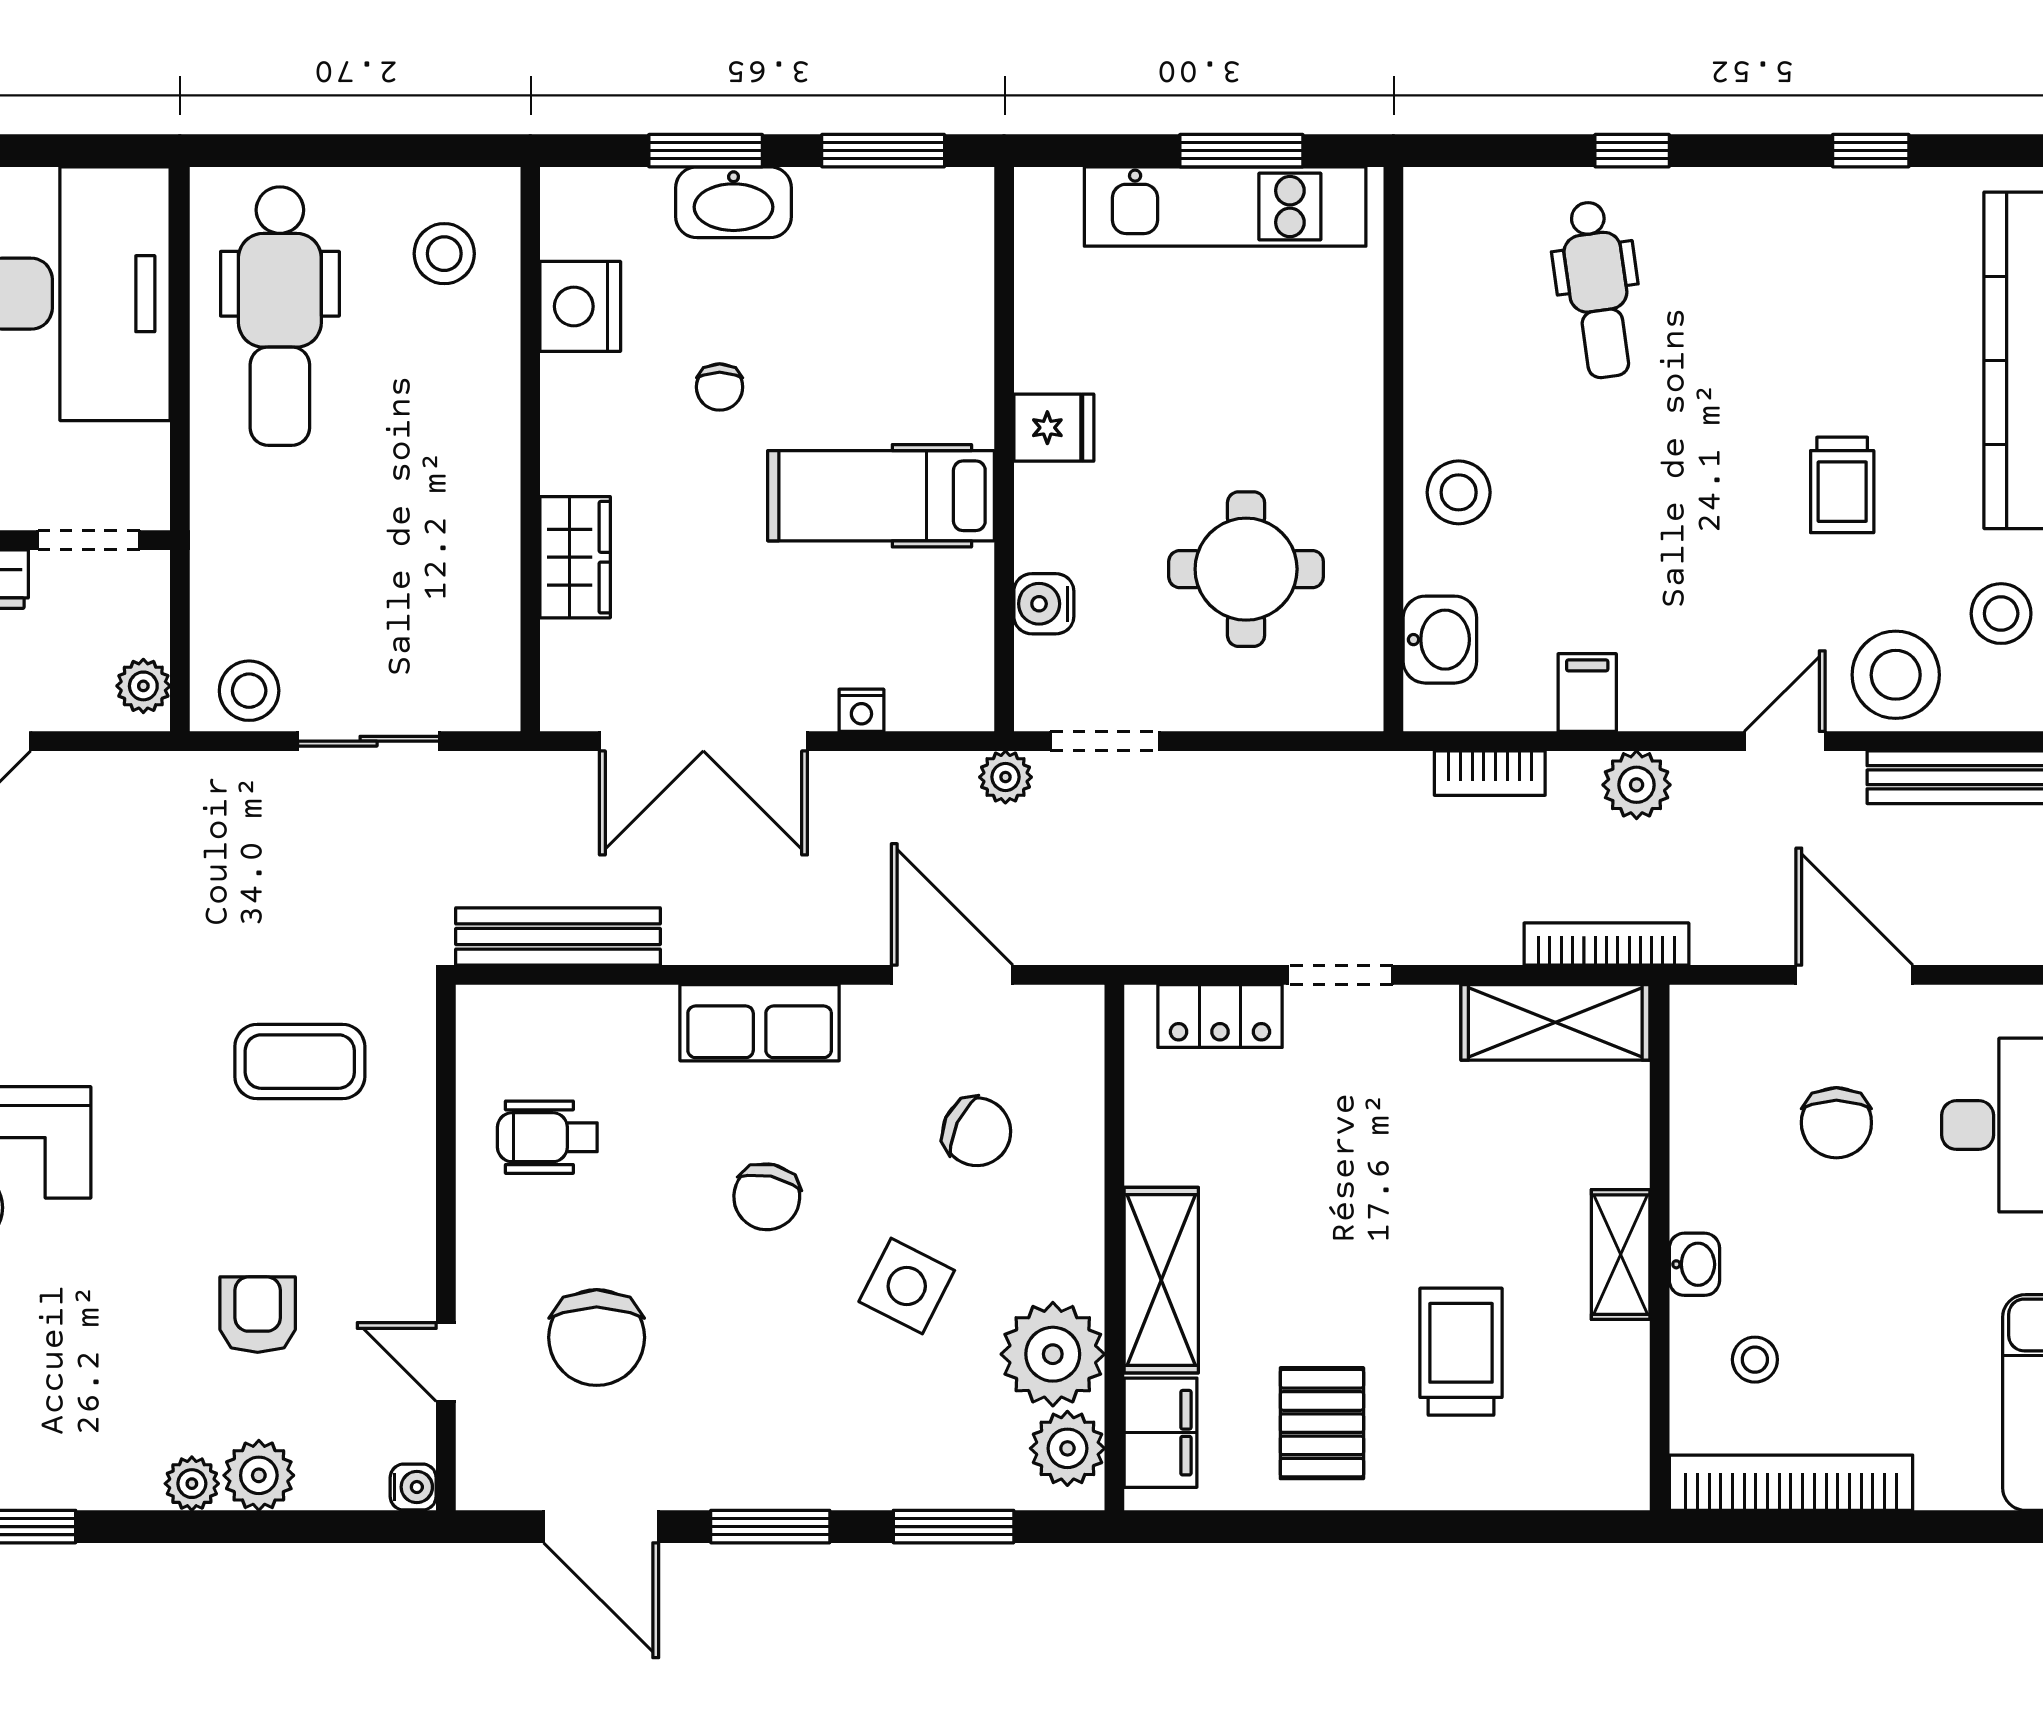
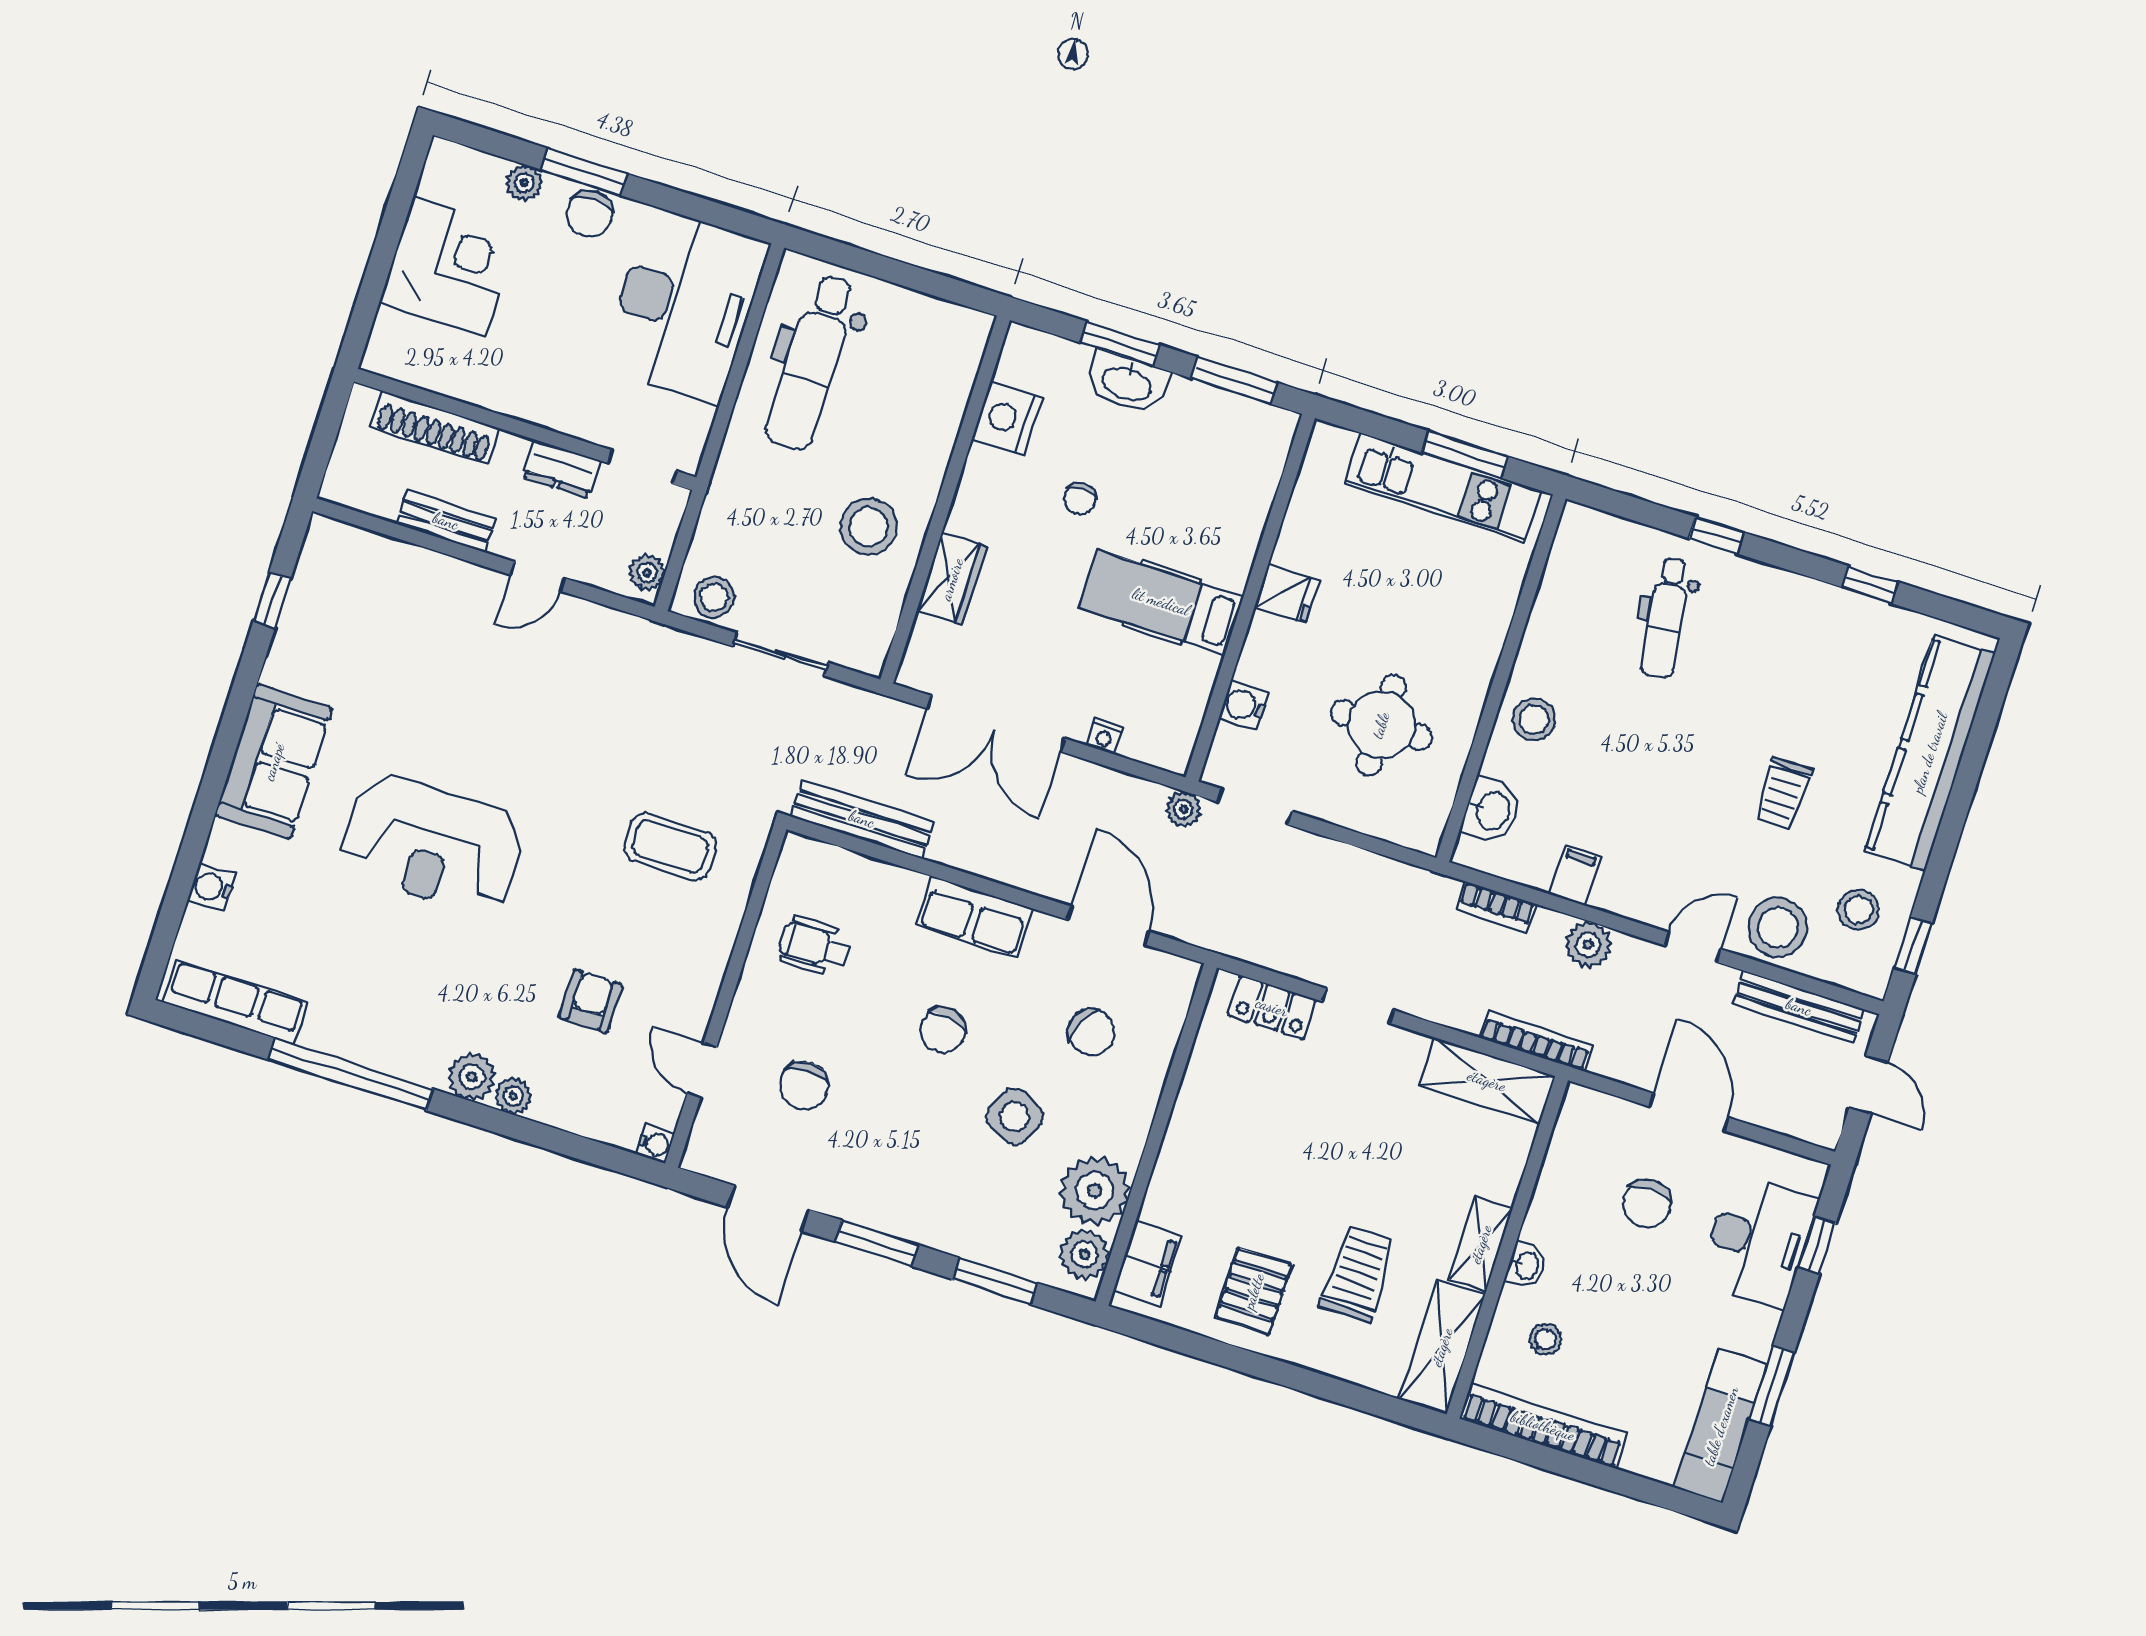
stool: (444, 254) -> (868, 526), moved, width x1.38, depth x1.38
shelving: (1161, 1280) -> (1442, 1347), moved
chair: (597, 1337) -> (804, 1086), width x0.73, depth x0.73
plant: (259, 1475) -> (472, 1077), moved

